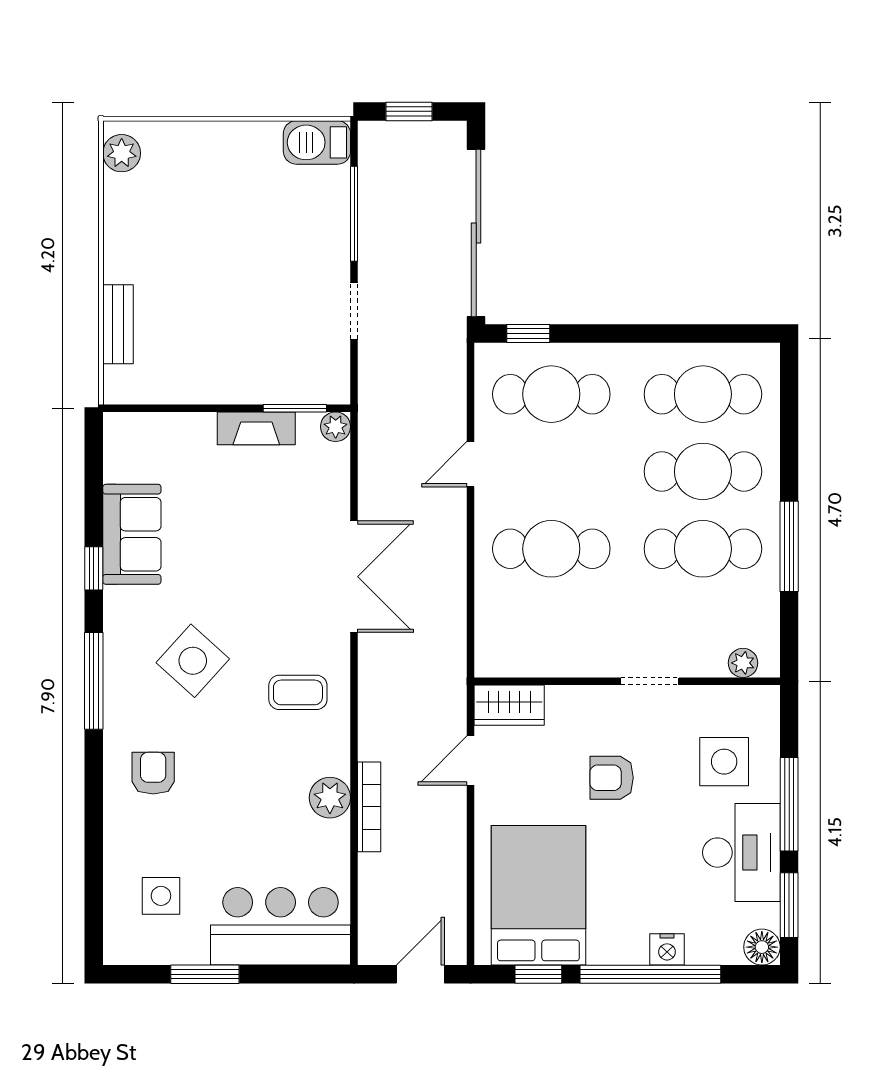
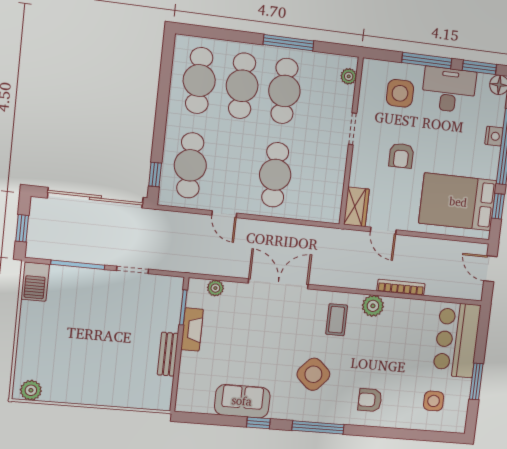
bench: (118, 324) -> (168, 354), moved, turned 90
plant: (336, 427) -> (215, 288), moved
plant: (330, 798) -> (373, 306), moved

